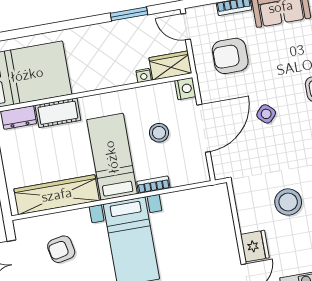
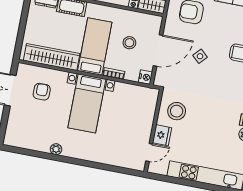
nightstand: (185, 89) -> (145, 77), moved
stool: (288, 202) -> (177, 111), moved
armchair: (61, 249) -> (42, 92), turned 101

